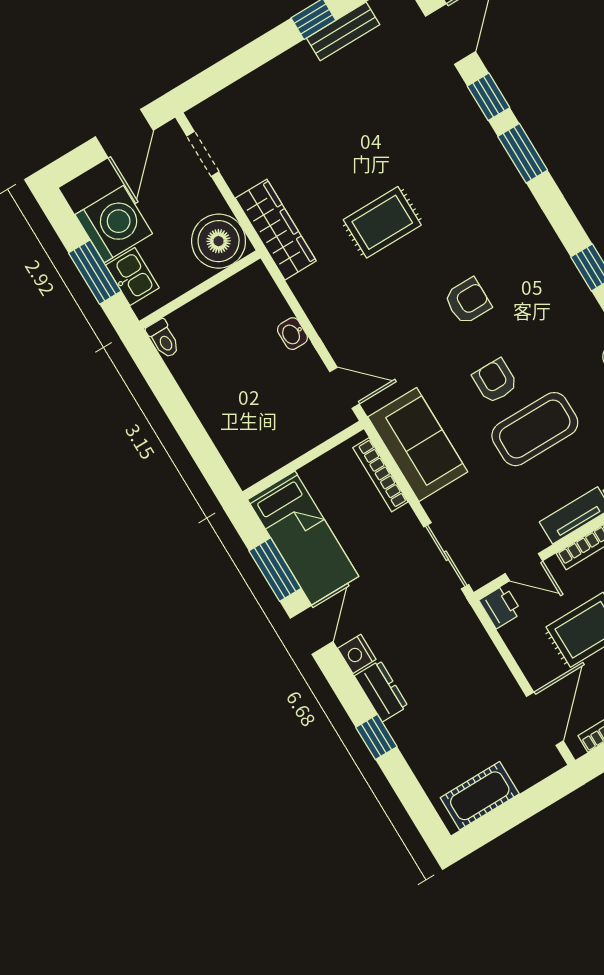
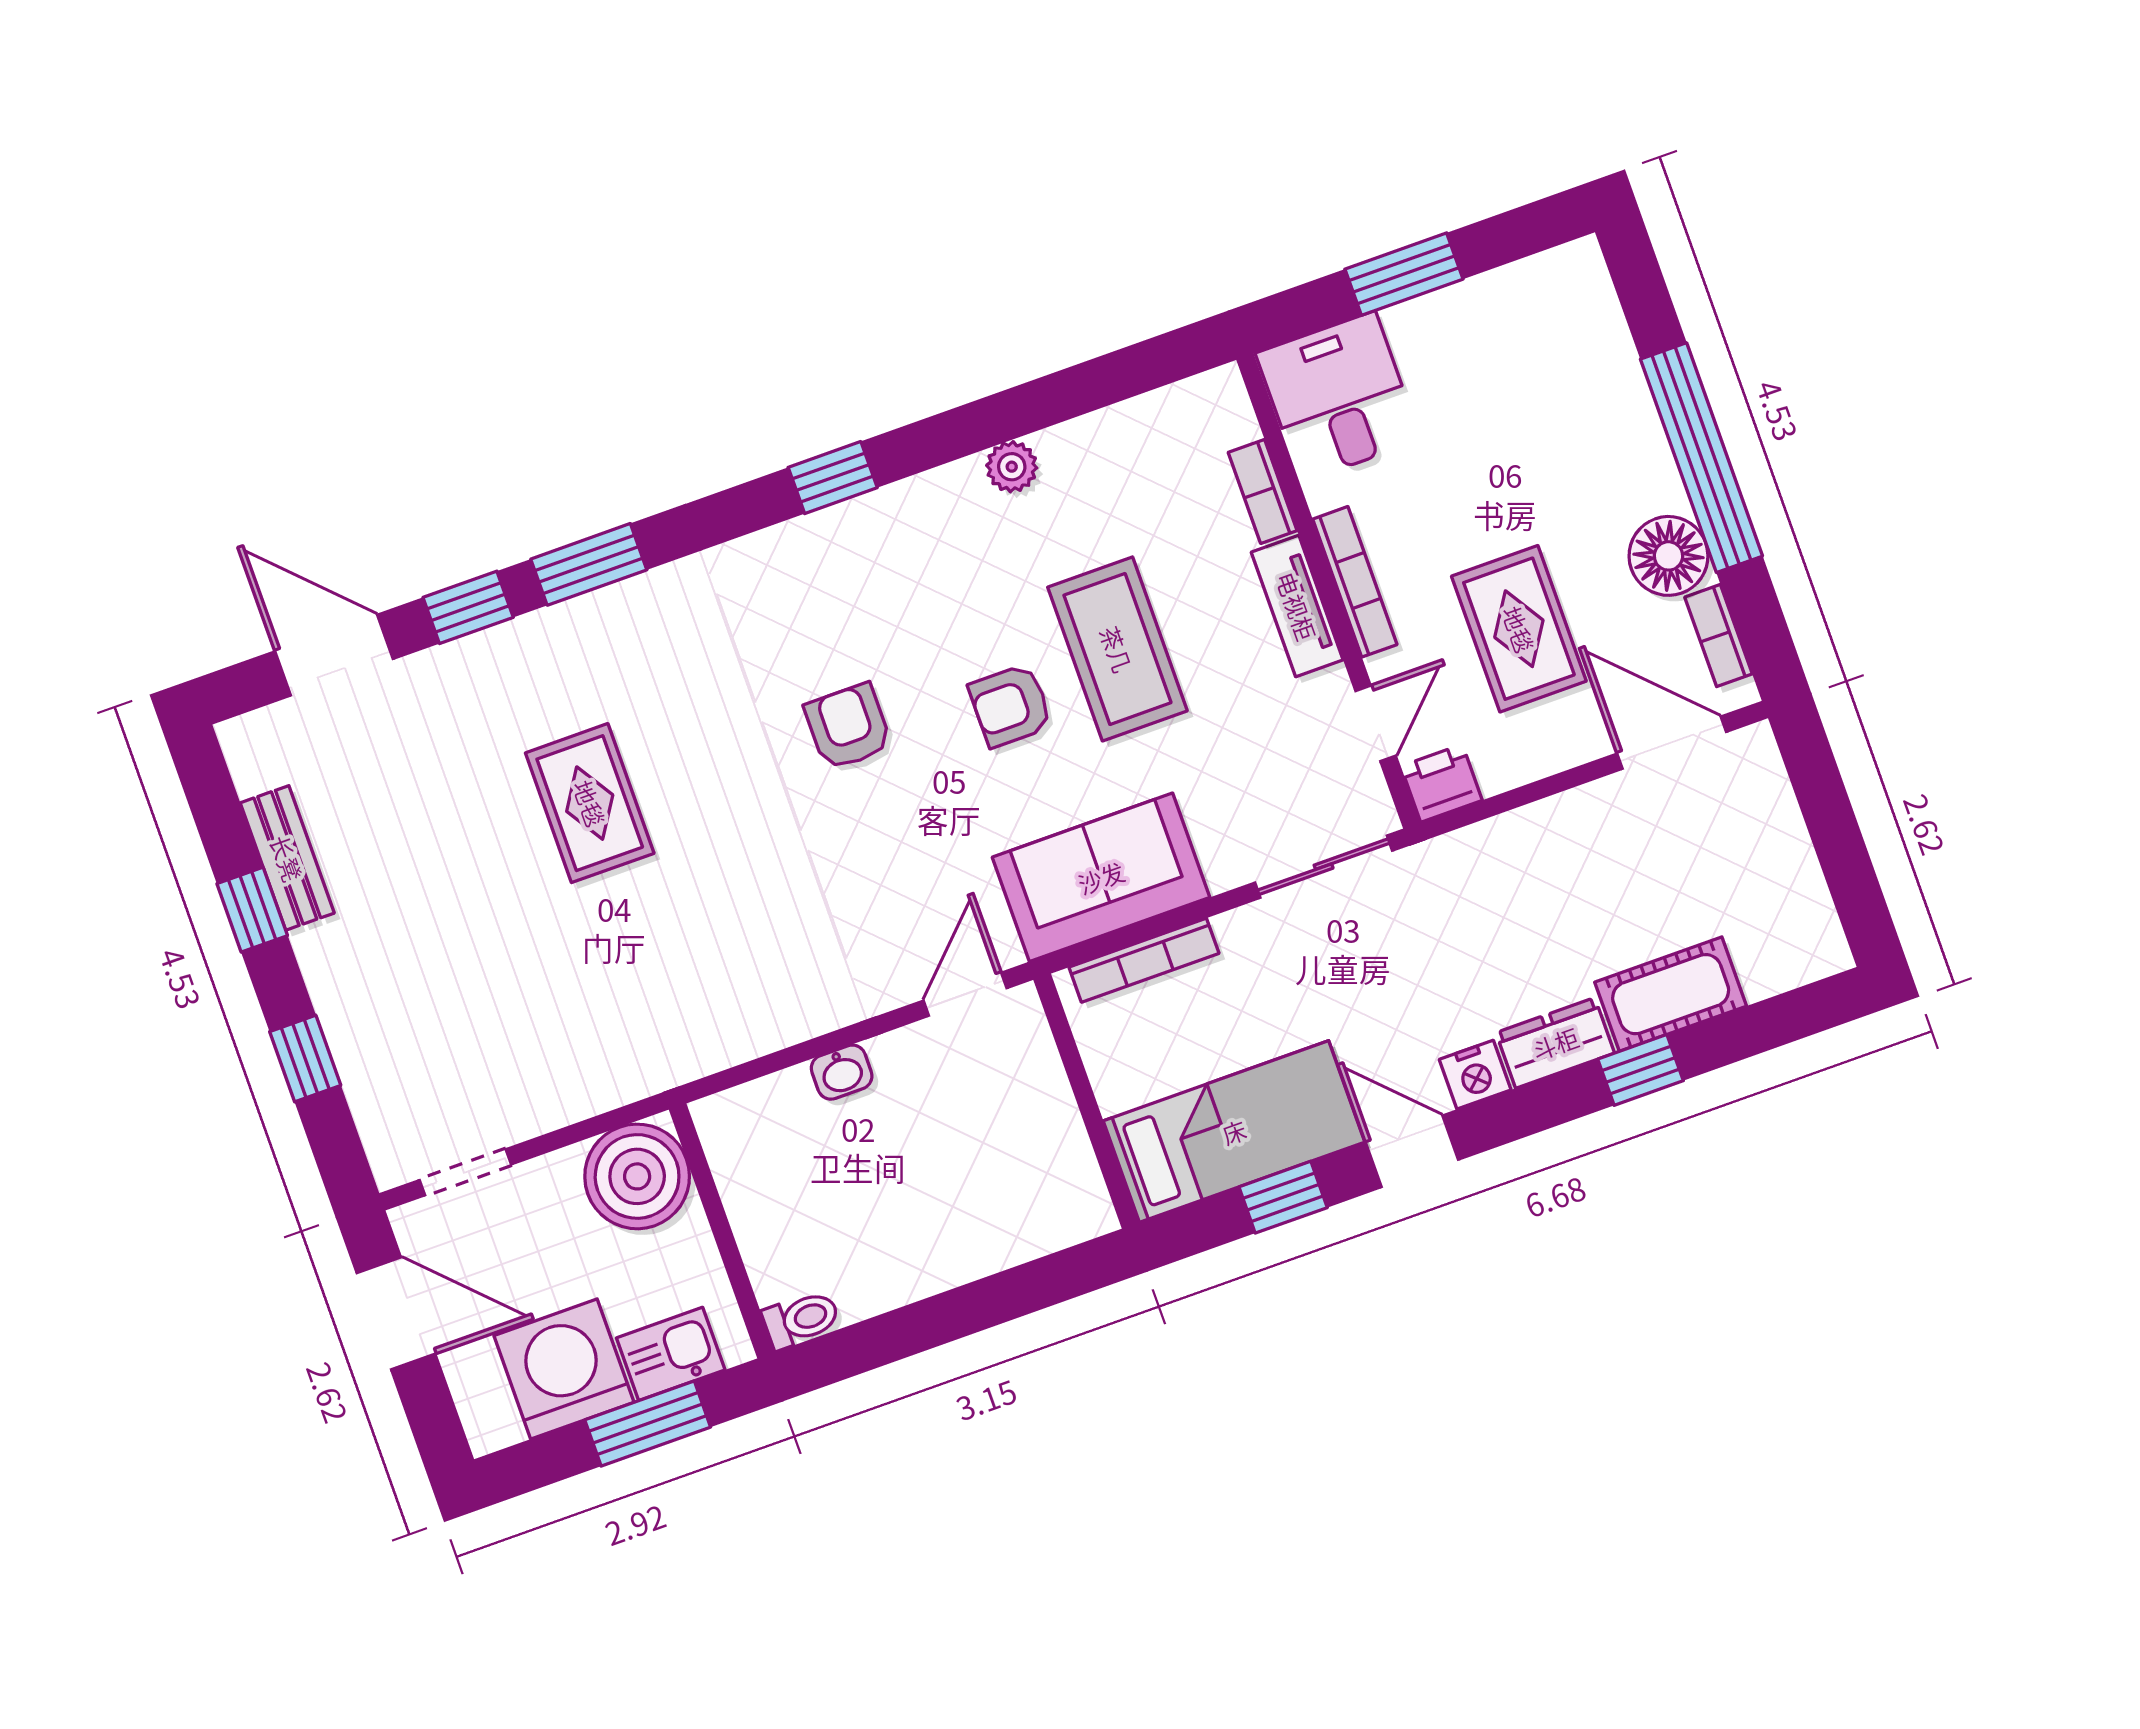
window: (244, 61) -> (305, 1059), added
rug: (382, 222) -> (590, 803), moved
wardrobe: (276, 230) -> (638, 1063), removed
window: (275, 570) -> (1283, 1197), width x0.67
cot: (480, 796) -> (1671, 994), moved, turned 90

